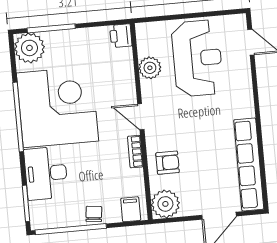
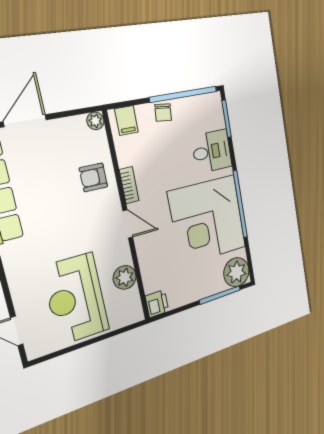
desk: (46, 173) -> (212, 151), width x0.73
plant: (165, 204) -> (95, 121), width x0.53, depth x0.53

